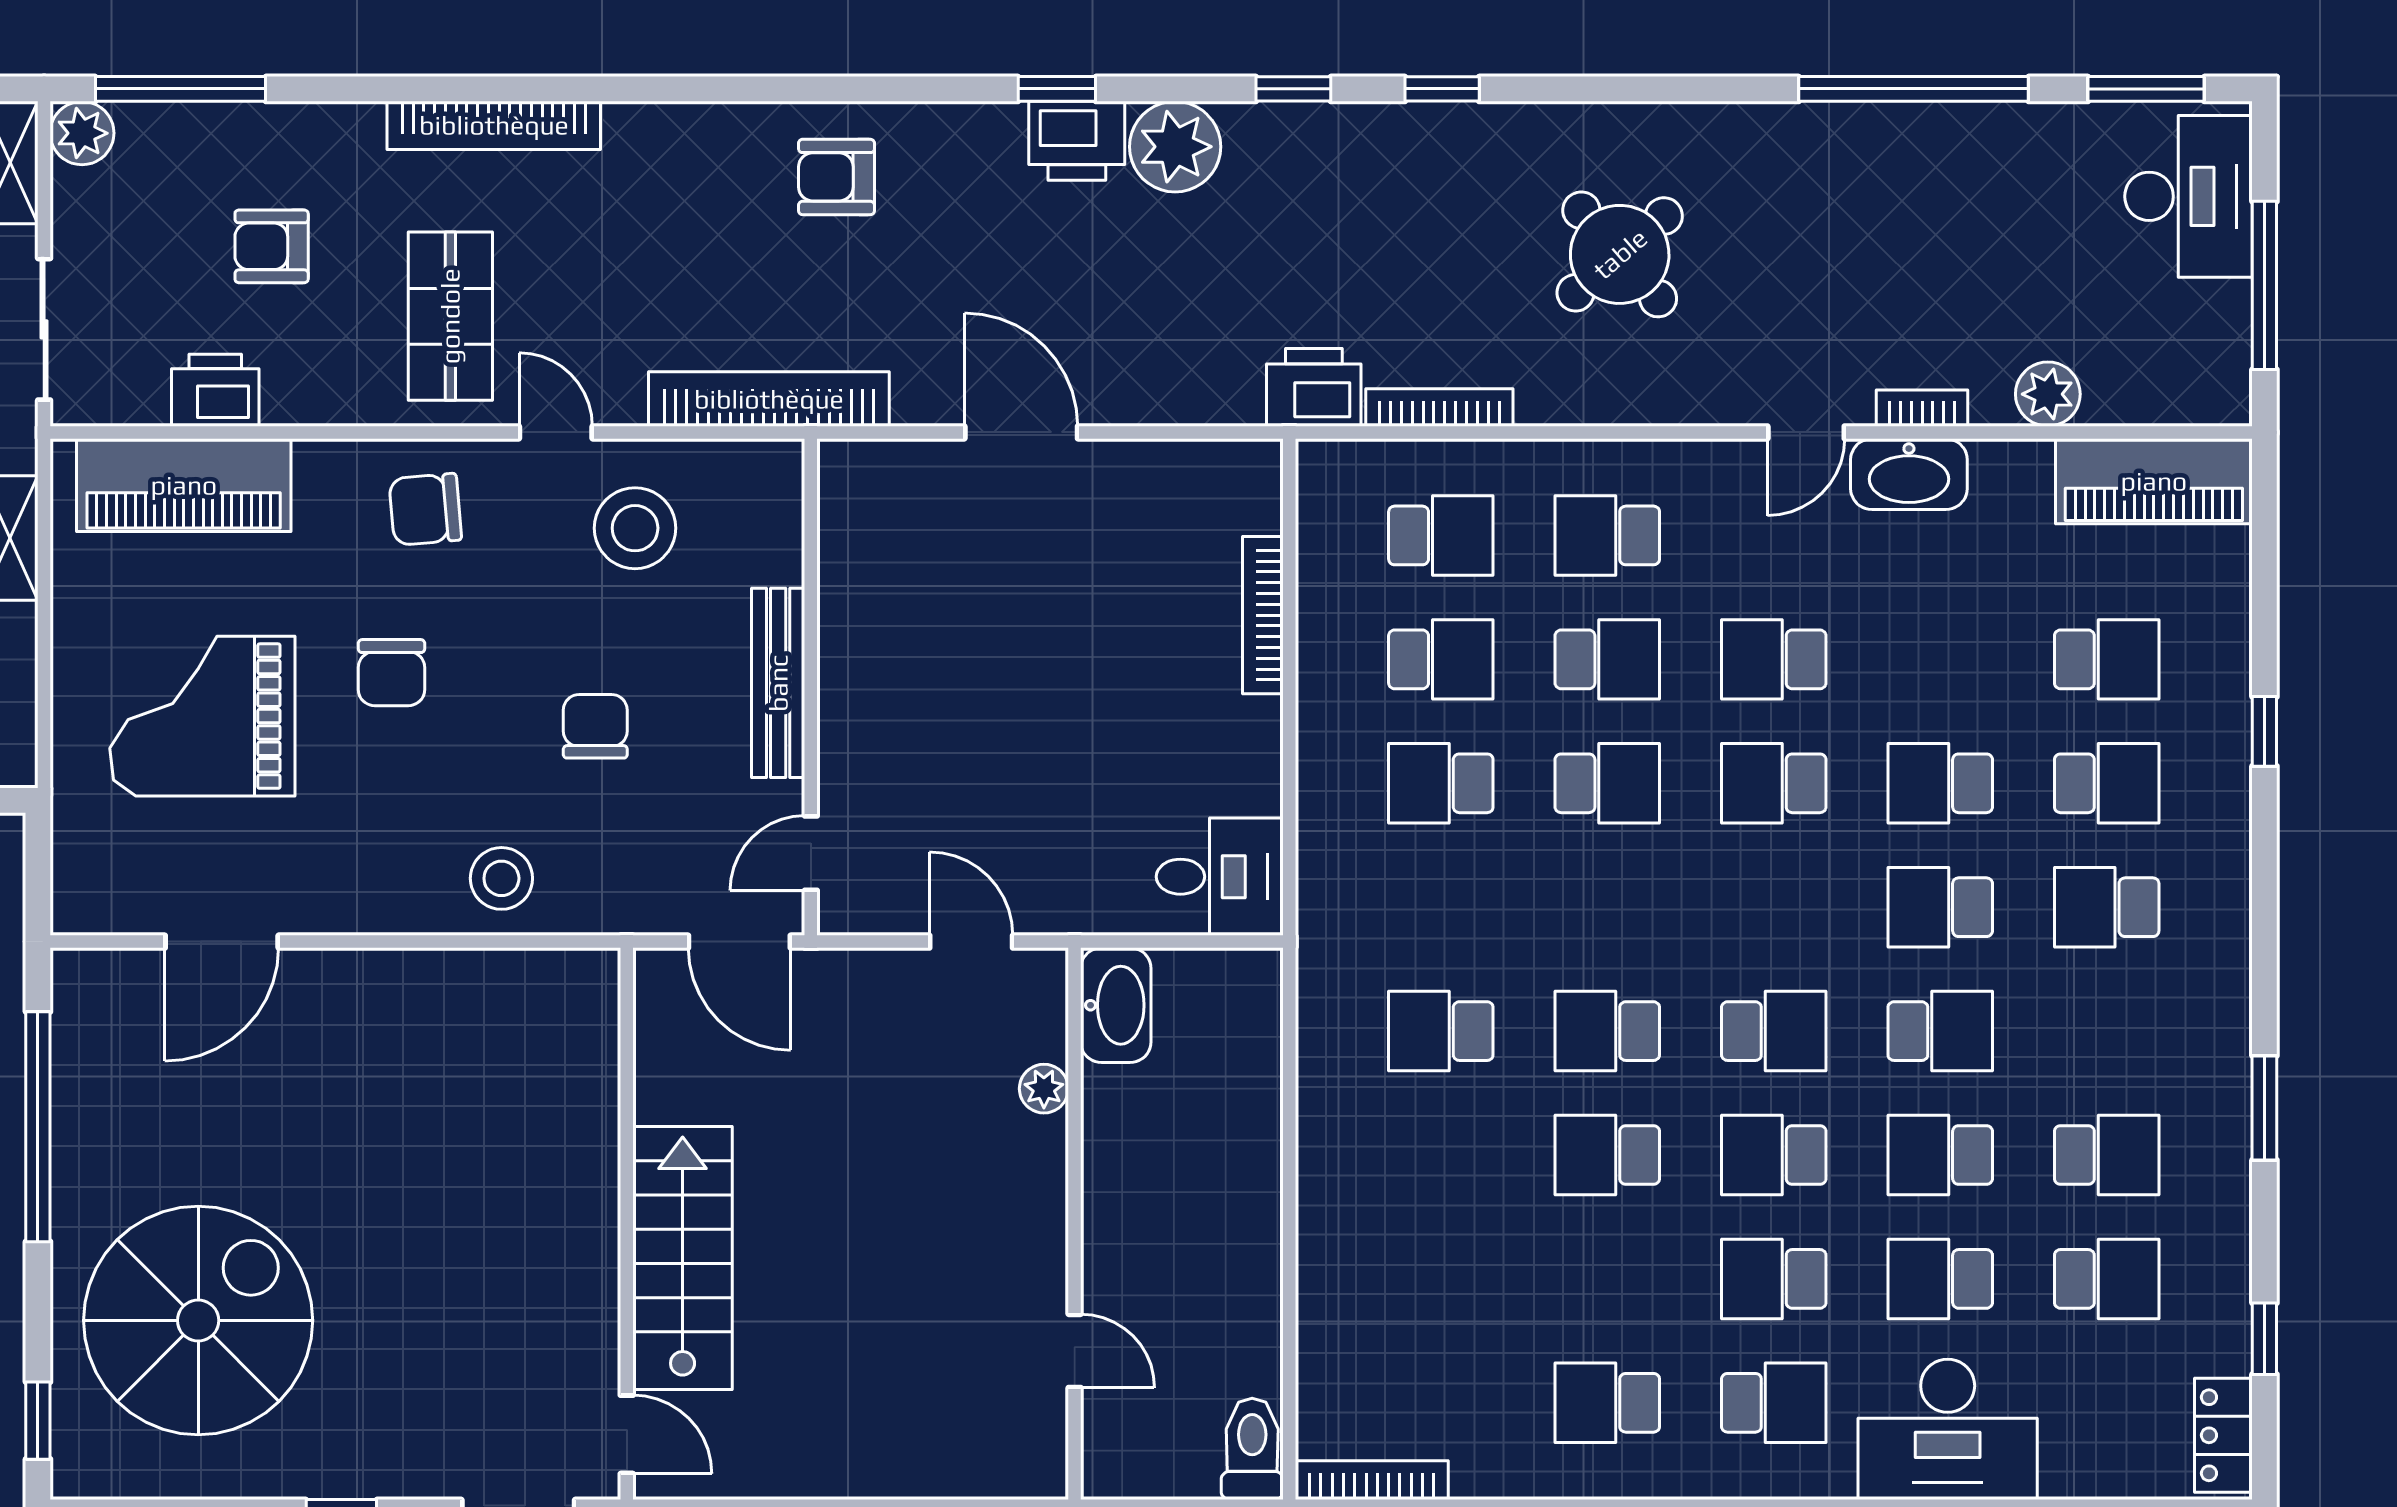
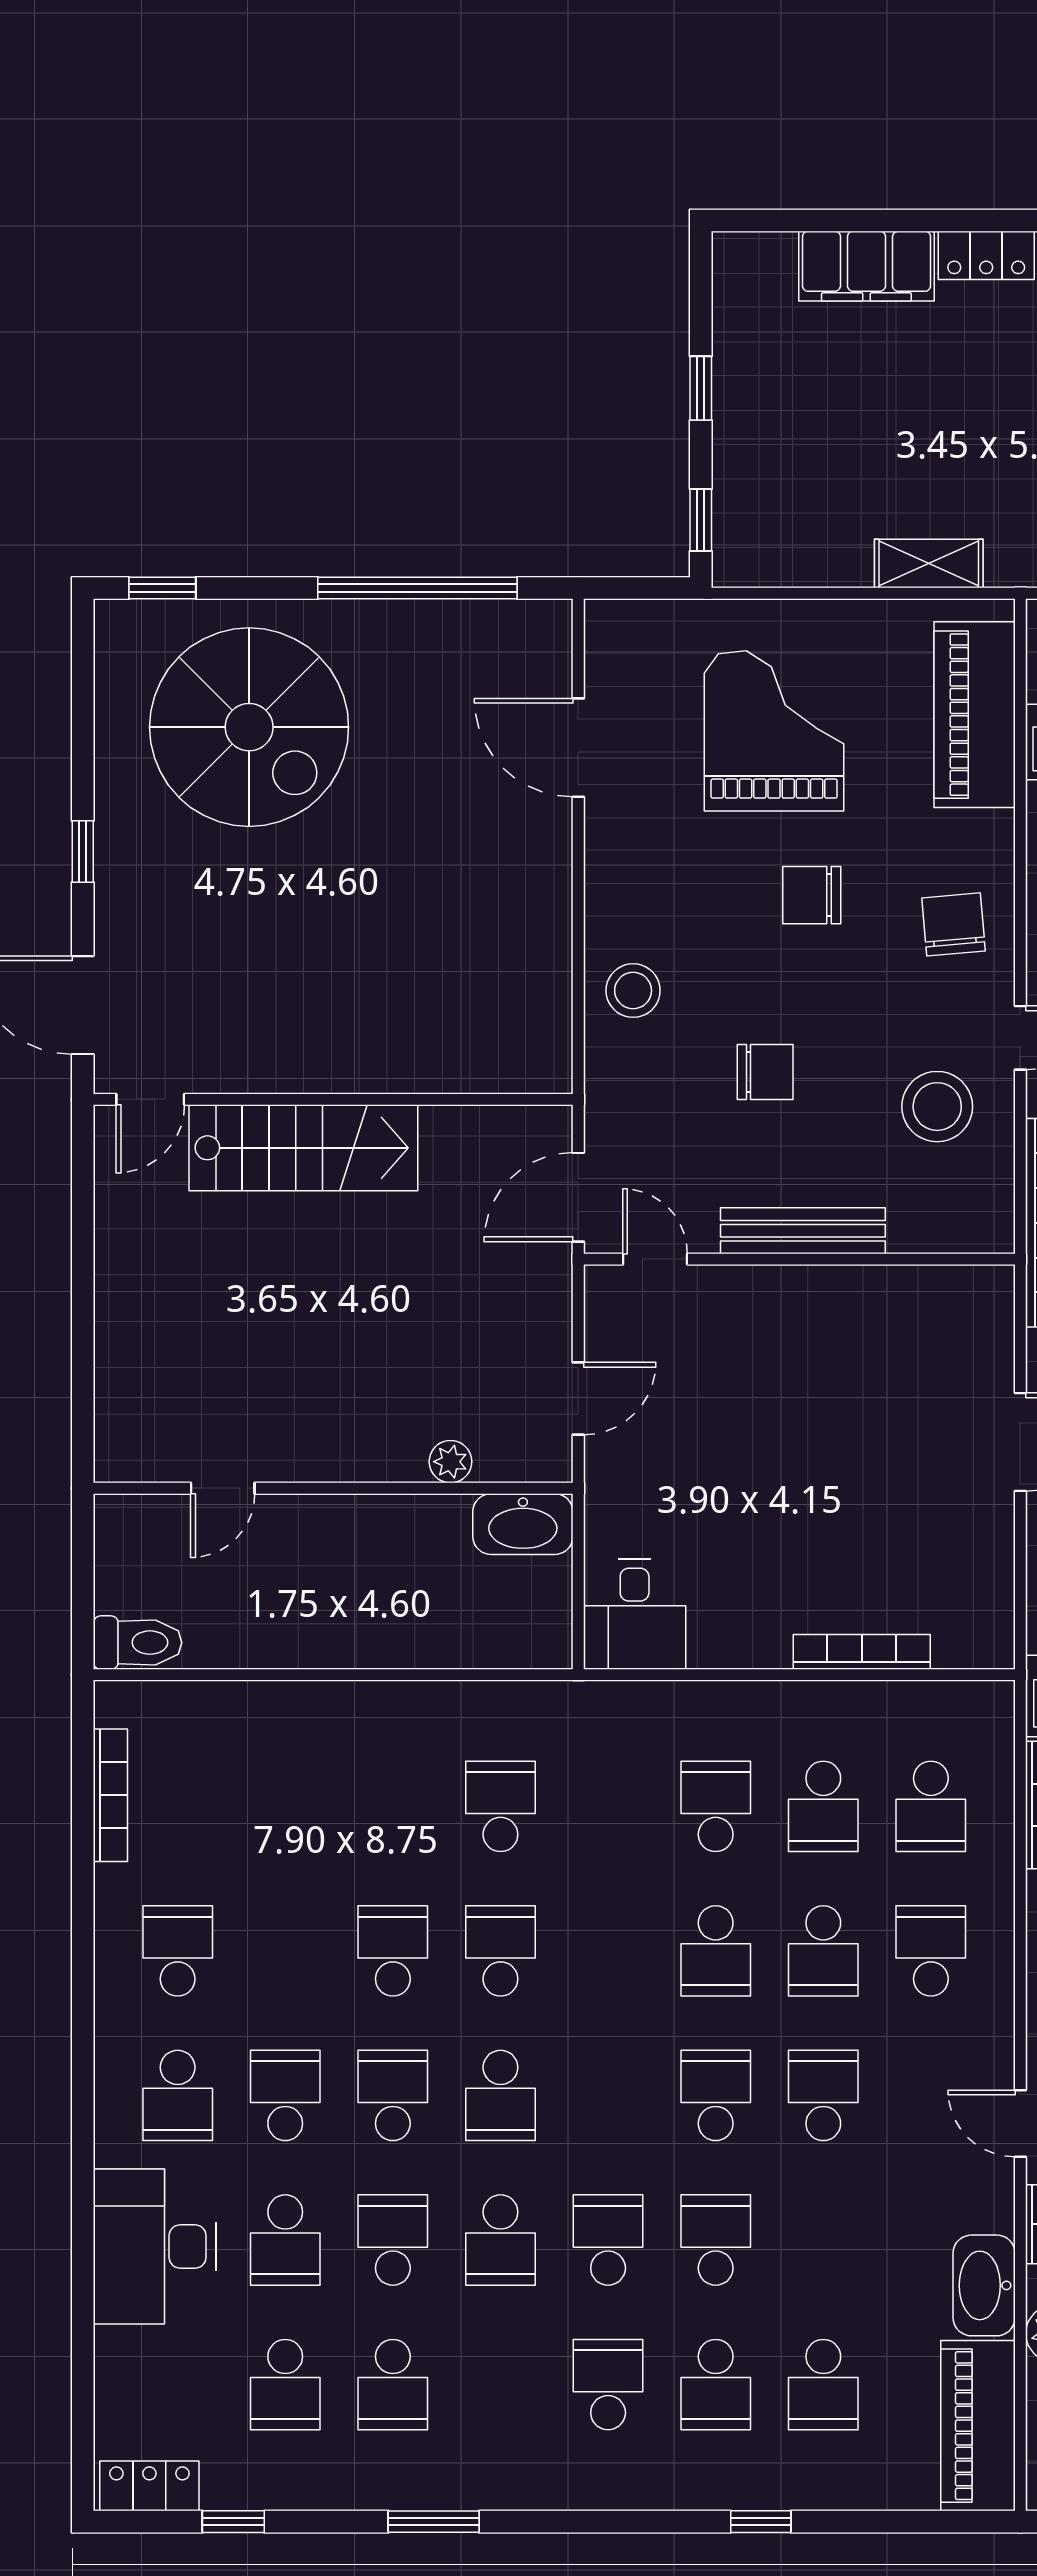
washbasin: (1909, 474) -> (984, 2285), moved
school desk: (1940, 1279) -> (285, 2240), turned 180
bookcase: (1372, 1480) -> (110, 1795), moved

